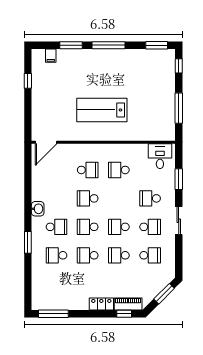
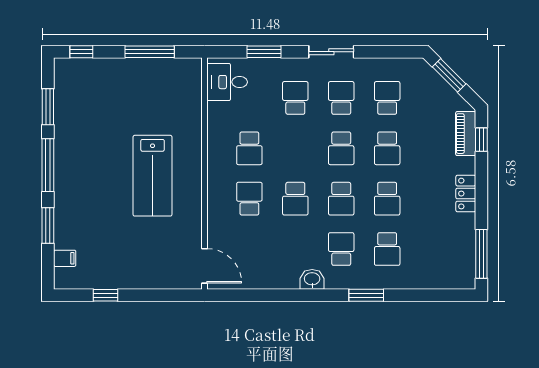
window: (157, 45) -> (48, 107), moved
school desk: (150, 198) -> (295, 98), turned 180
locker: (101, 304) -> (466, 194), moved

